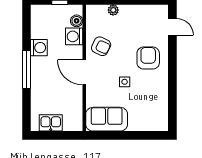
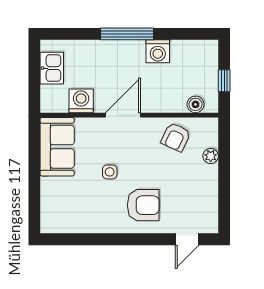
washing machine: (74, 36) -> (81, 101), moved
armchair: (101, 46) -> (176, 137), moved

